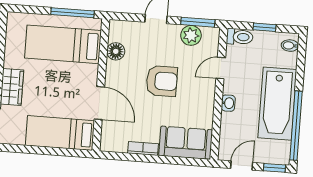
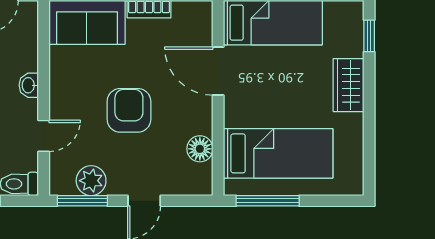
armchair: (162, 81) -> (129, 110), turned 90

